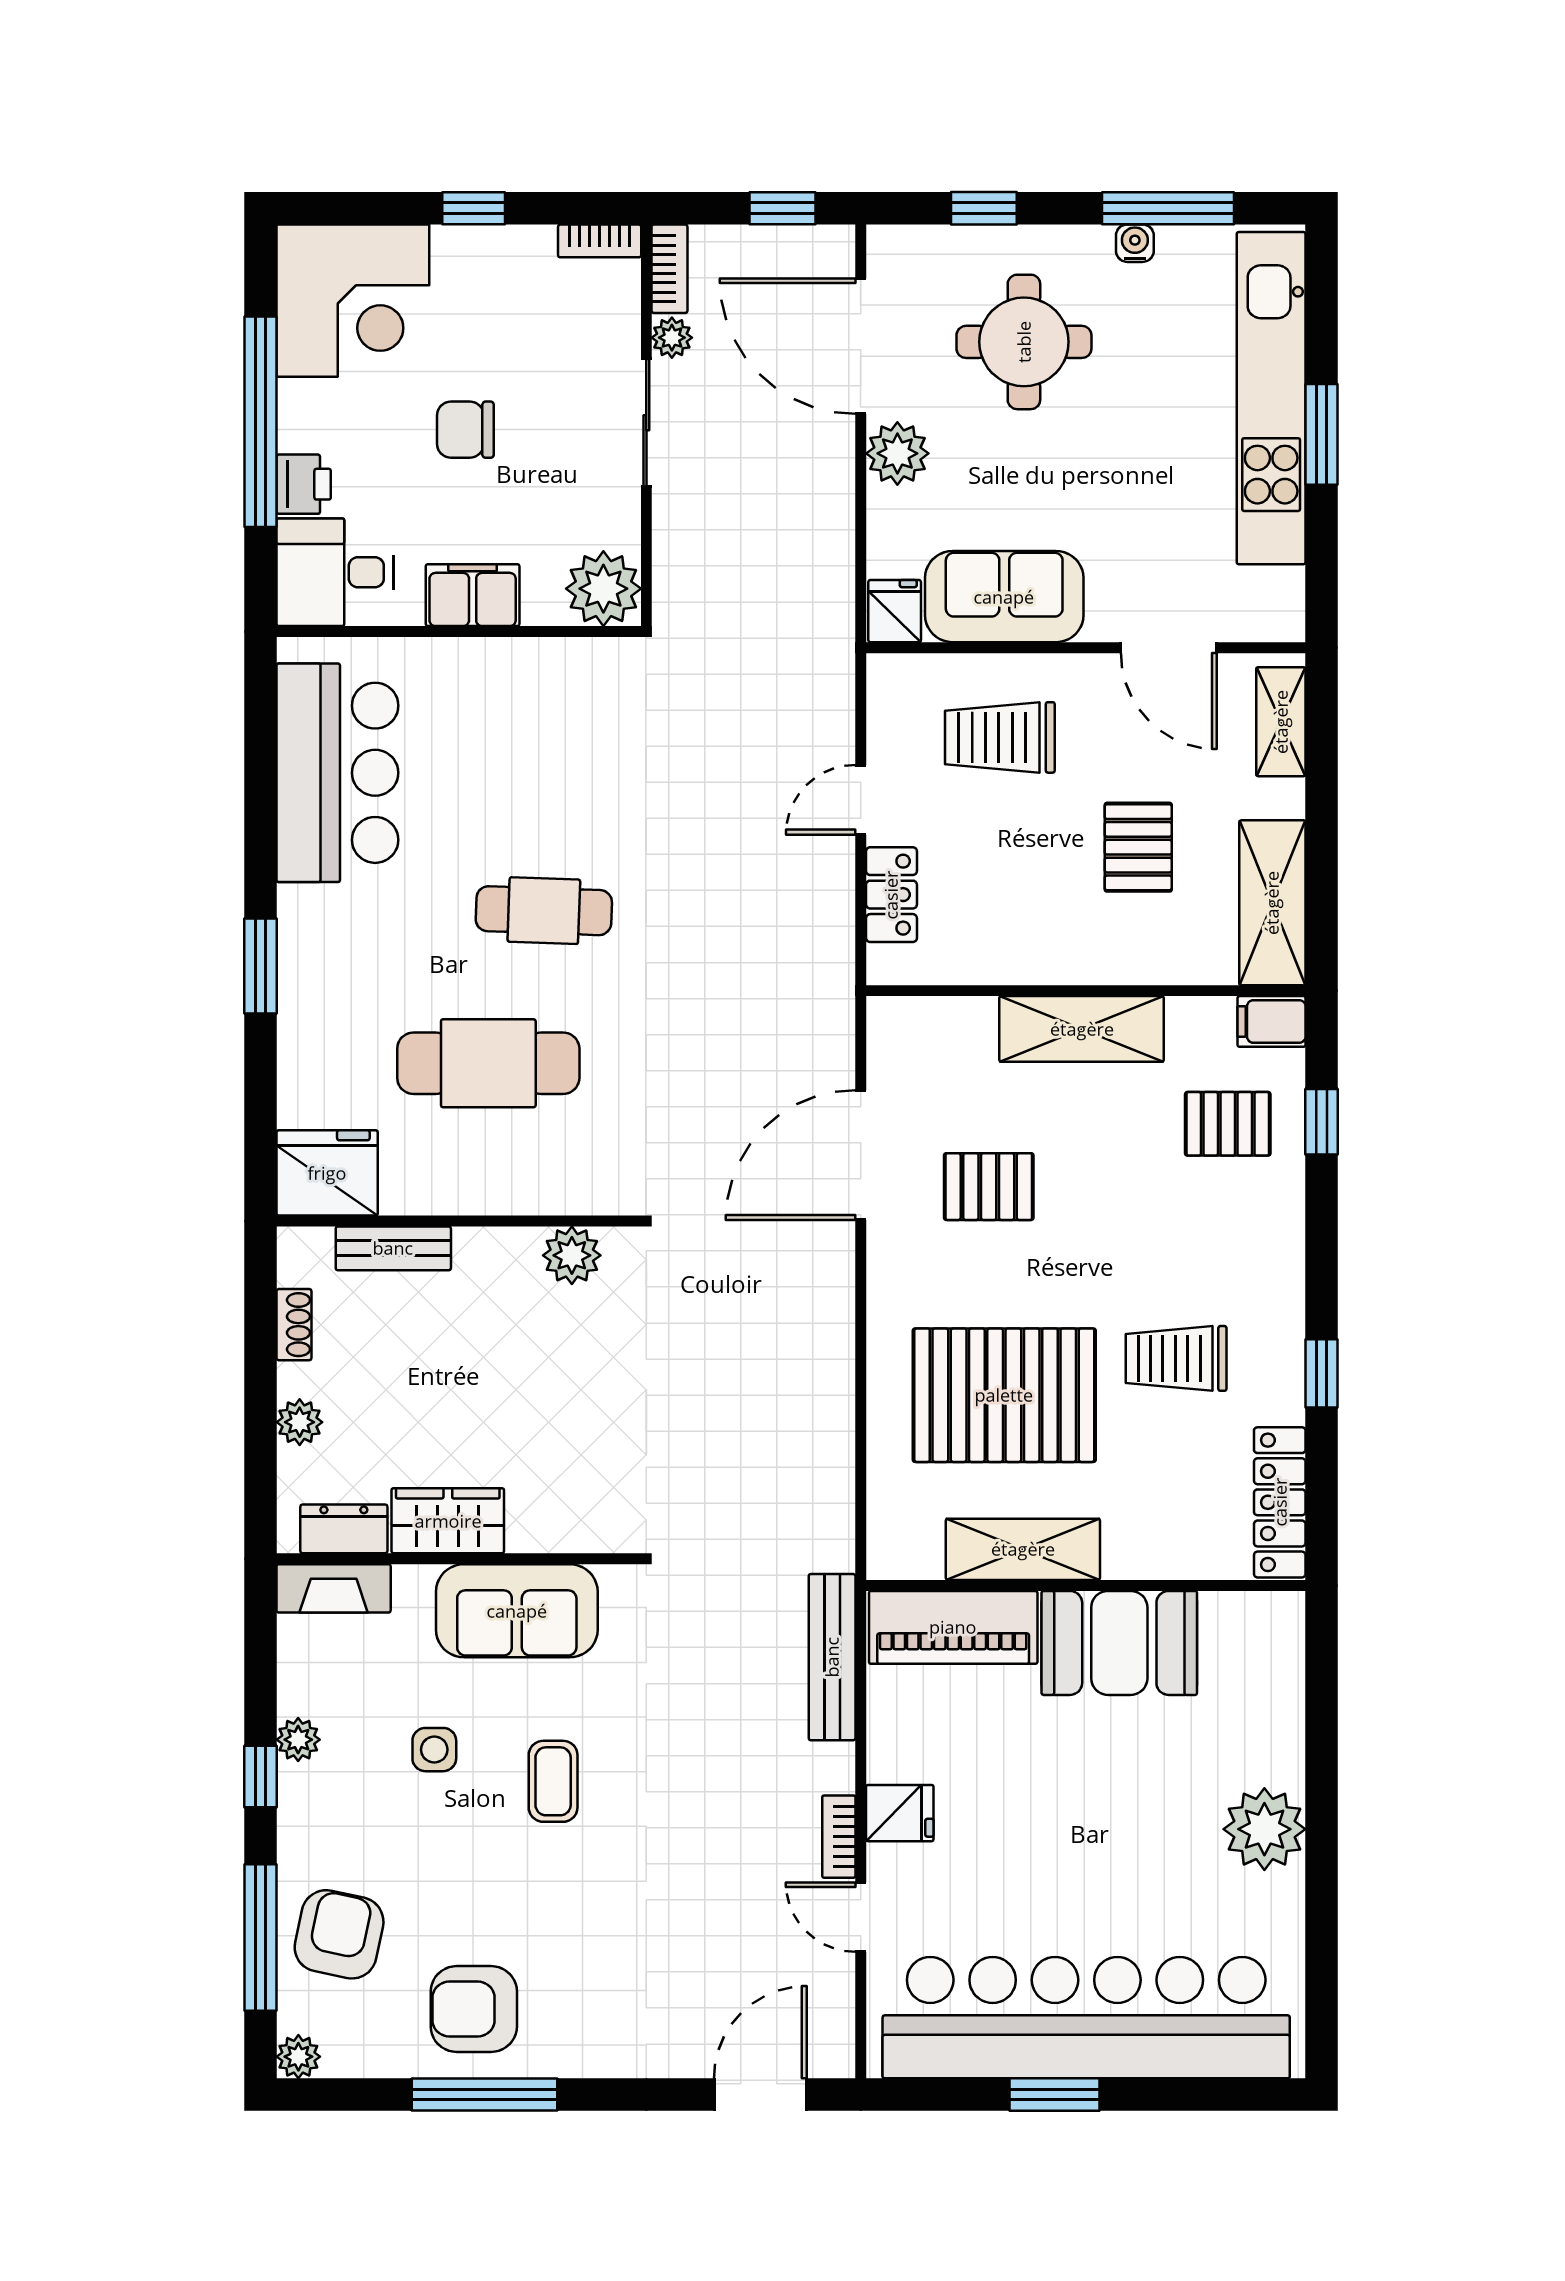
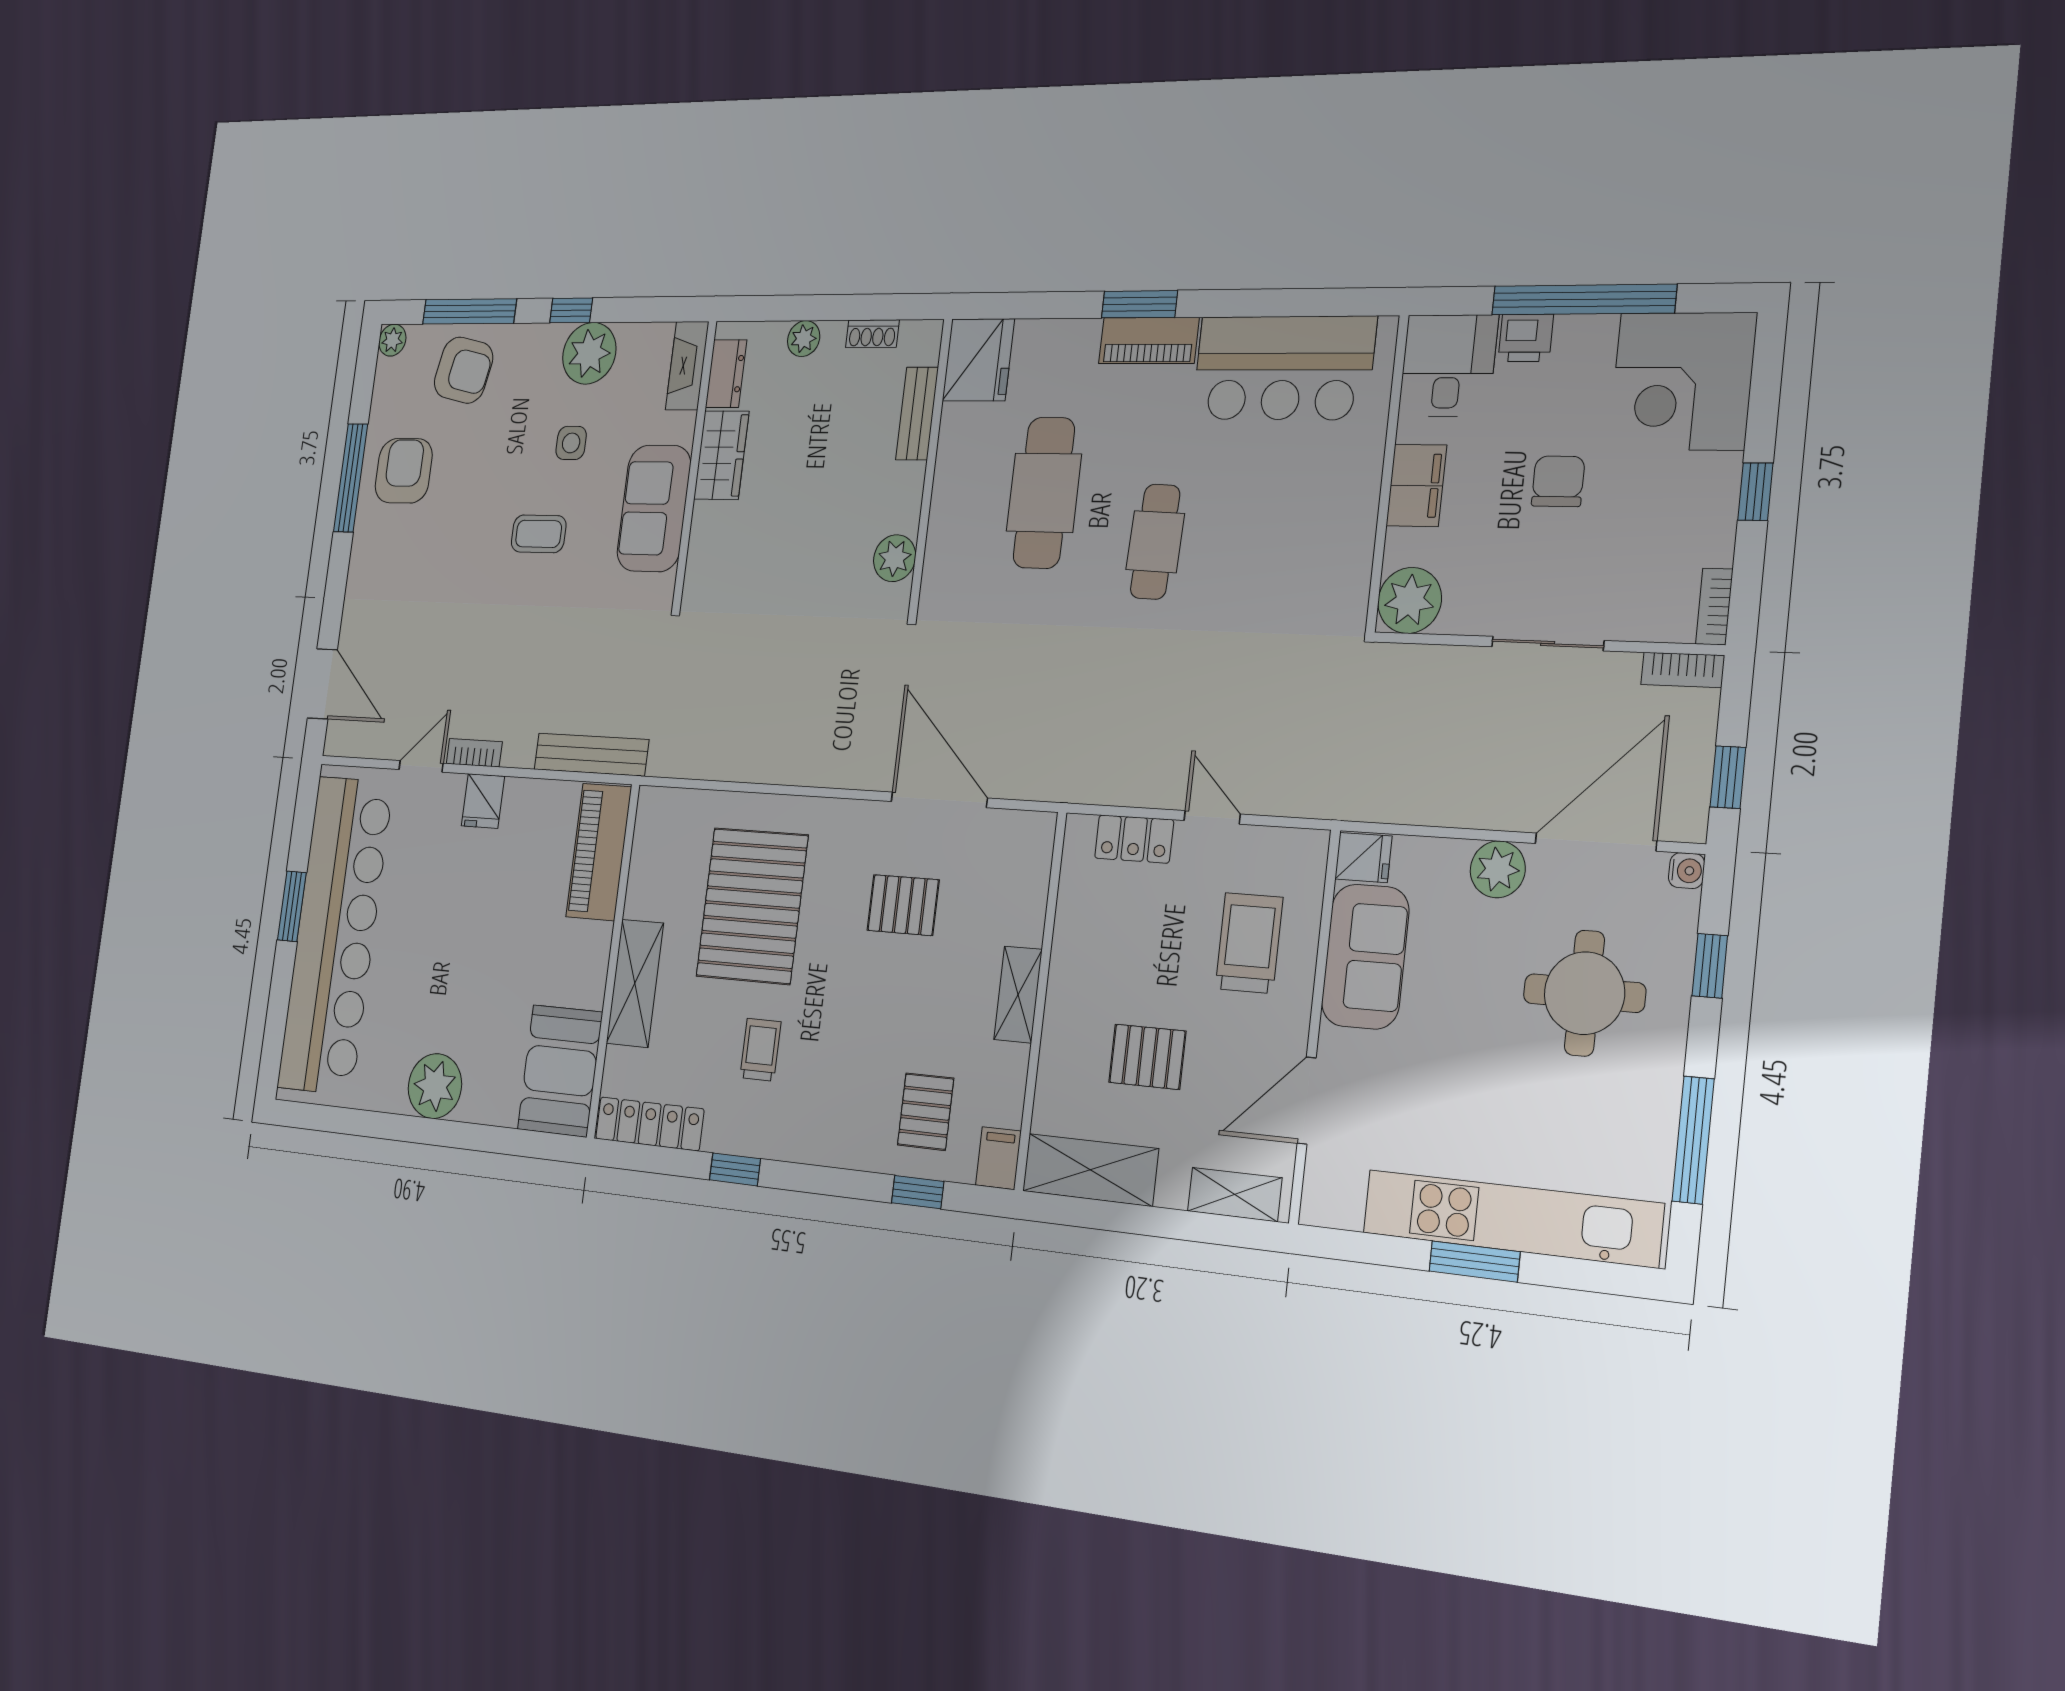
water cooler: (1135, 243) -> (1687, 871), moved
plant: (672, 338) -> (1621, 670), removed
piano: (304, 949) -> (1149, 341), added
shelving: (1082, 1029) -> (1018, 995), width x0.67, depth x0.75
pallet: (989, 1187) -> (903, 905), turned 90
trolley: (1176, 1358) -> (760, 1050), width x0.73, depth x0.72
shelving: (1023, 1549) -> (635, 983), moved
booth: (1119, 1643) -> (560, 1071), moved
plant: (298, 1740) -> (589, 353), width x1.88, depth x1.88

